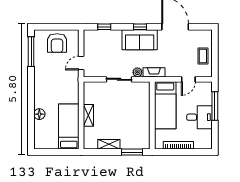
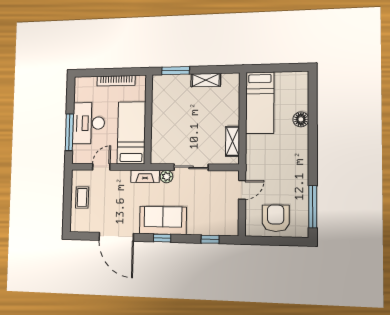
shelving: (88, 115) -> (233, 141), moved
desk: (199, 117) -> (89, 123), width x1.37

